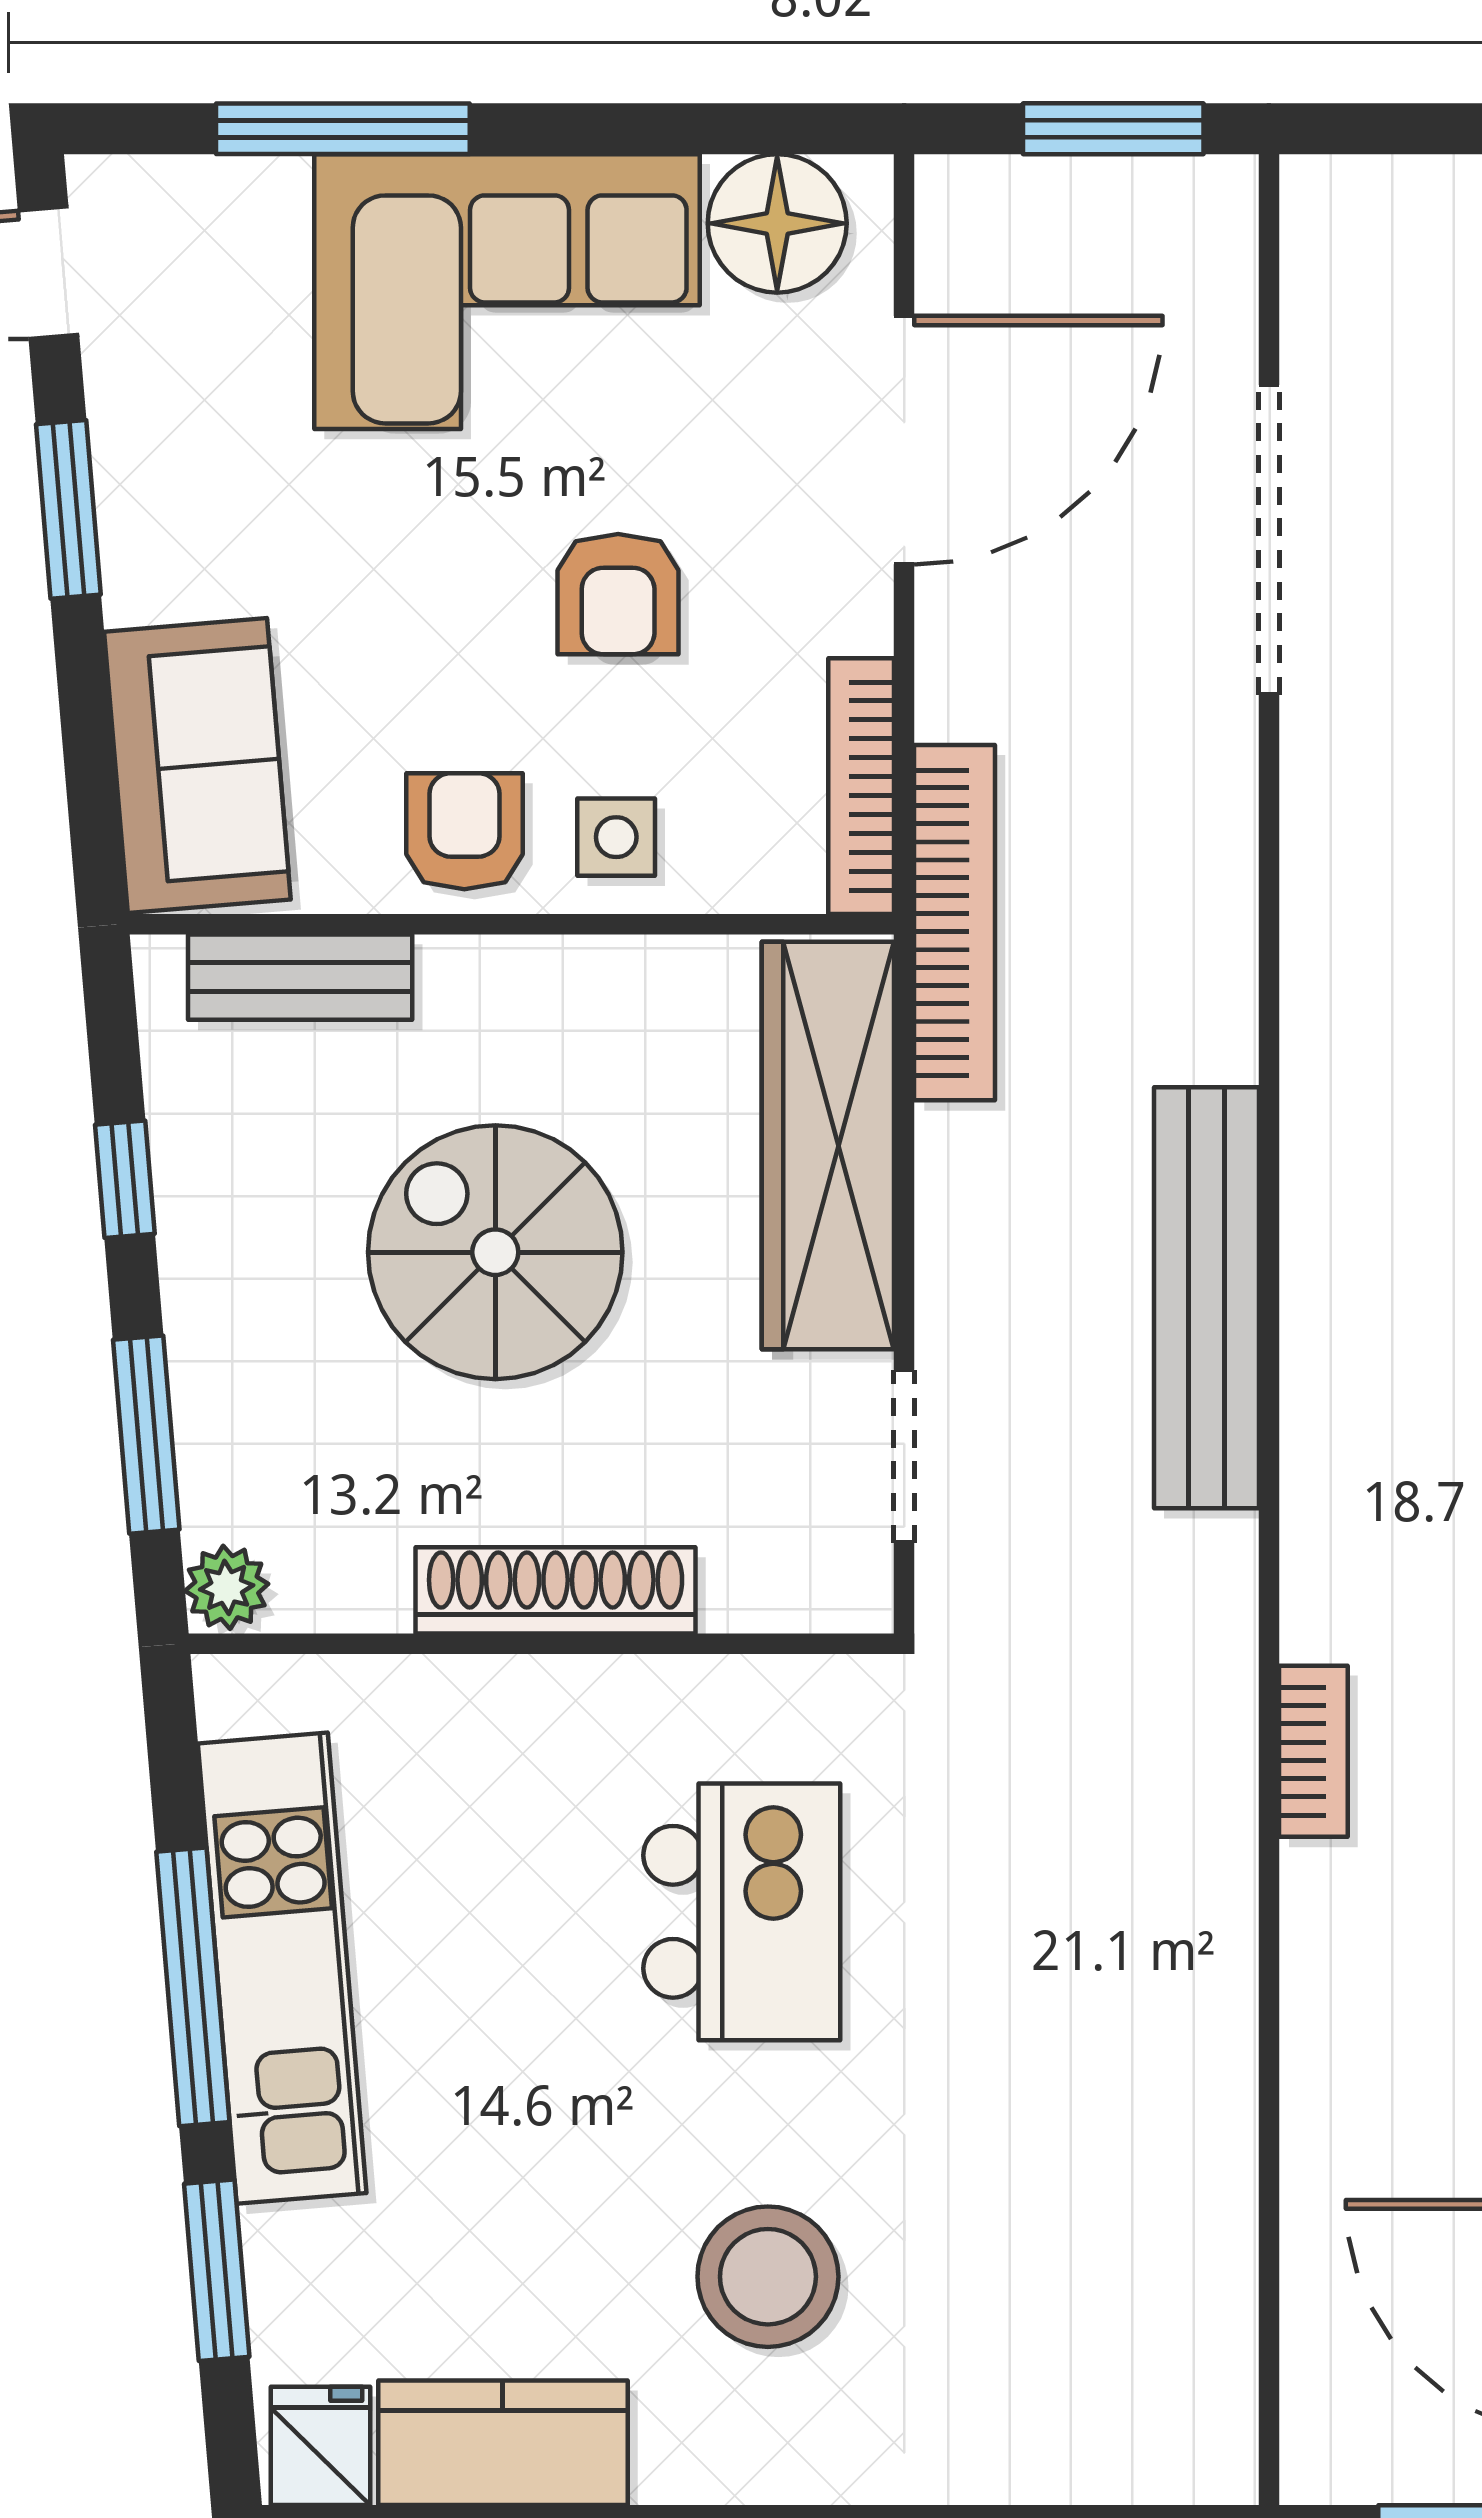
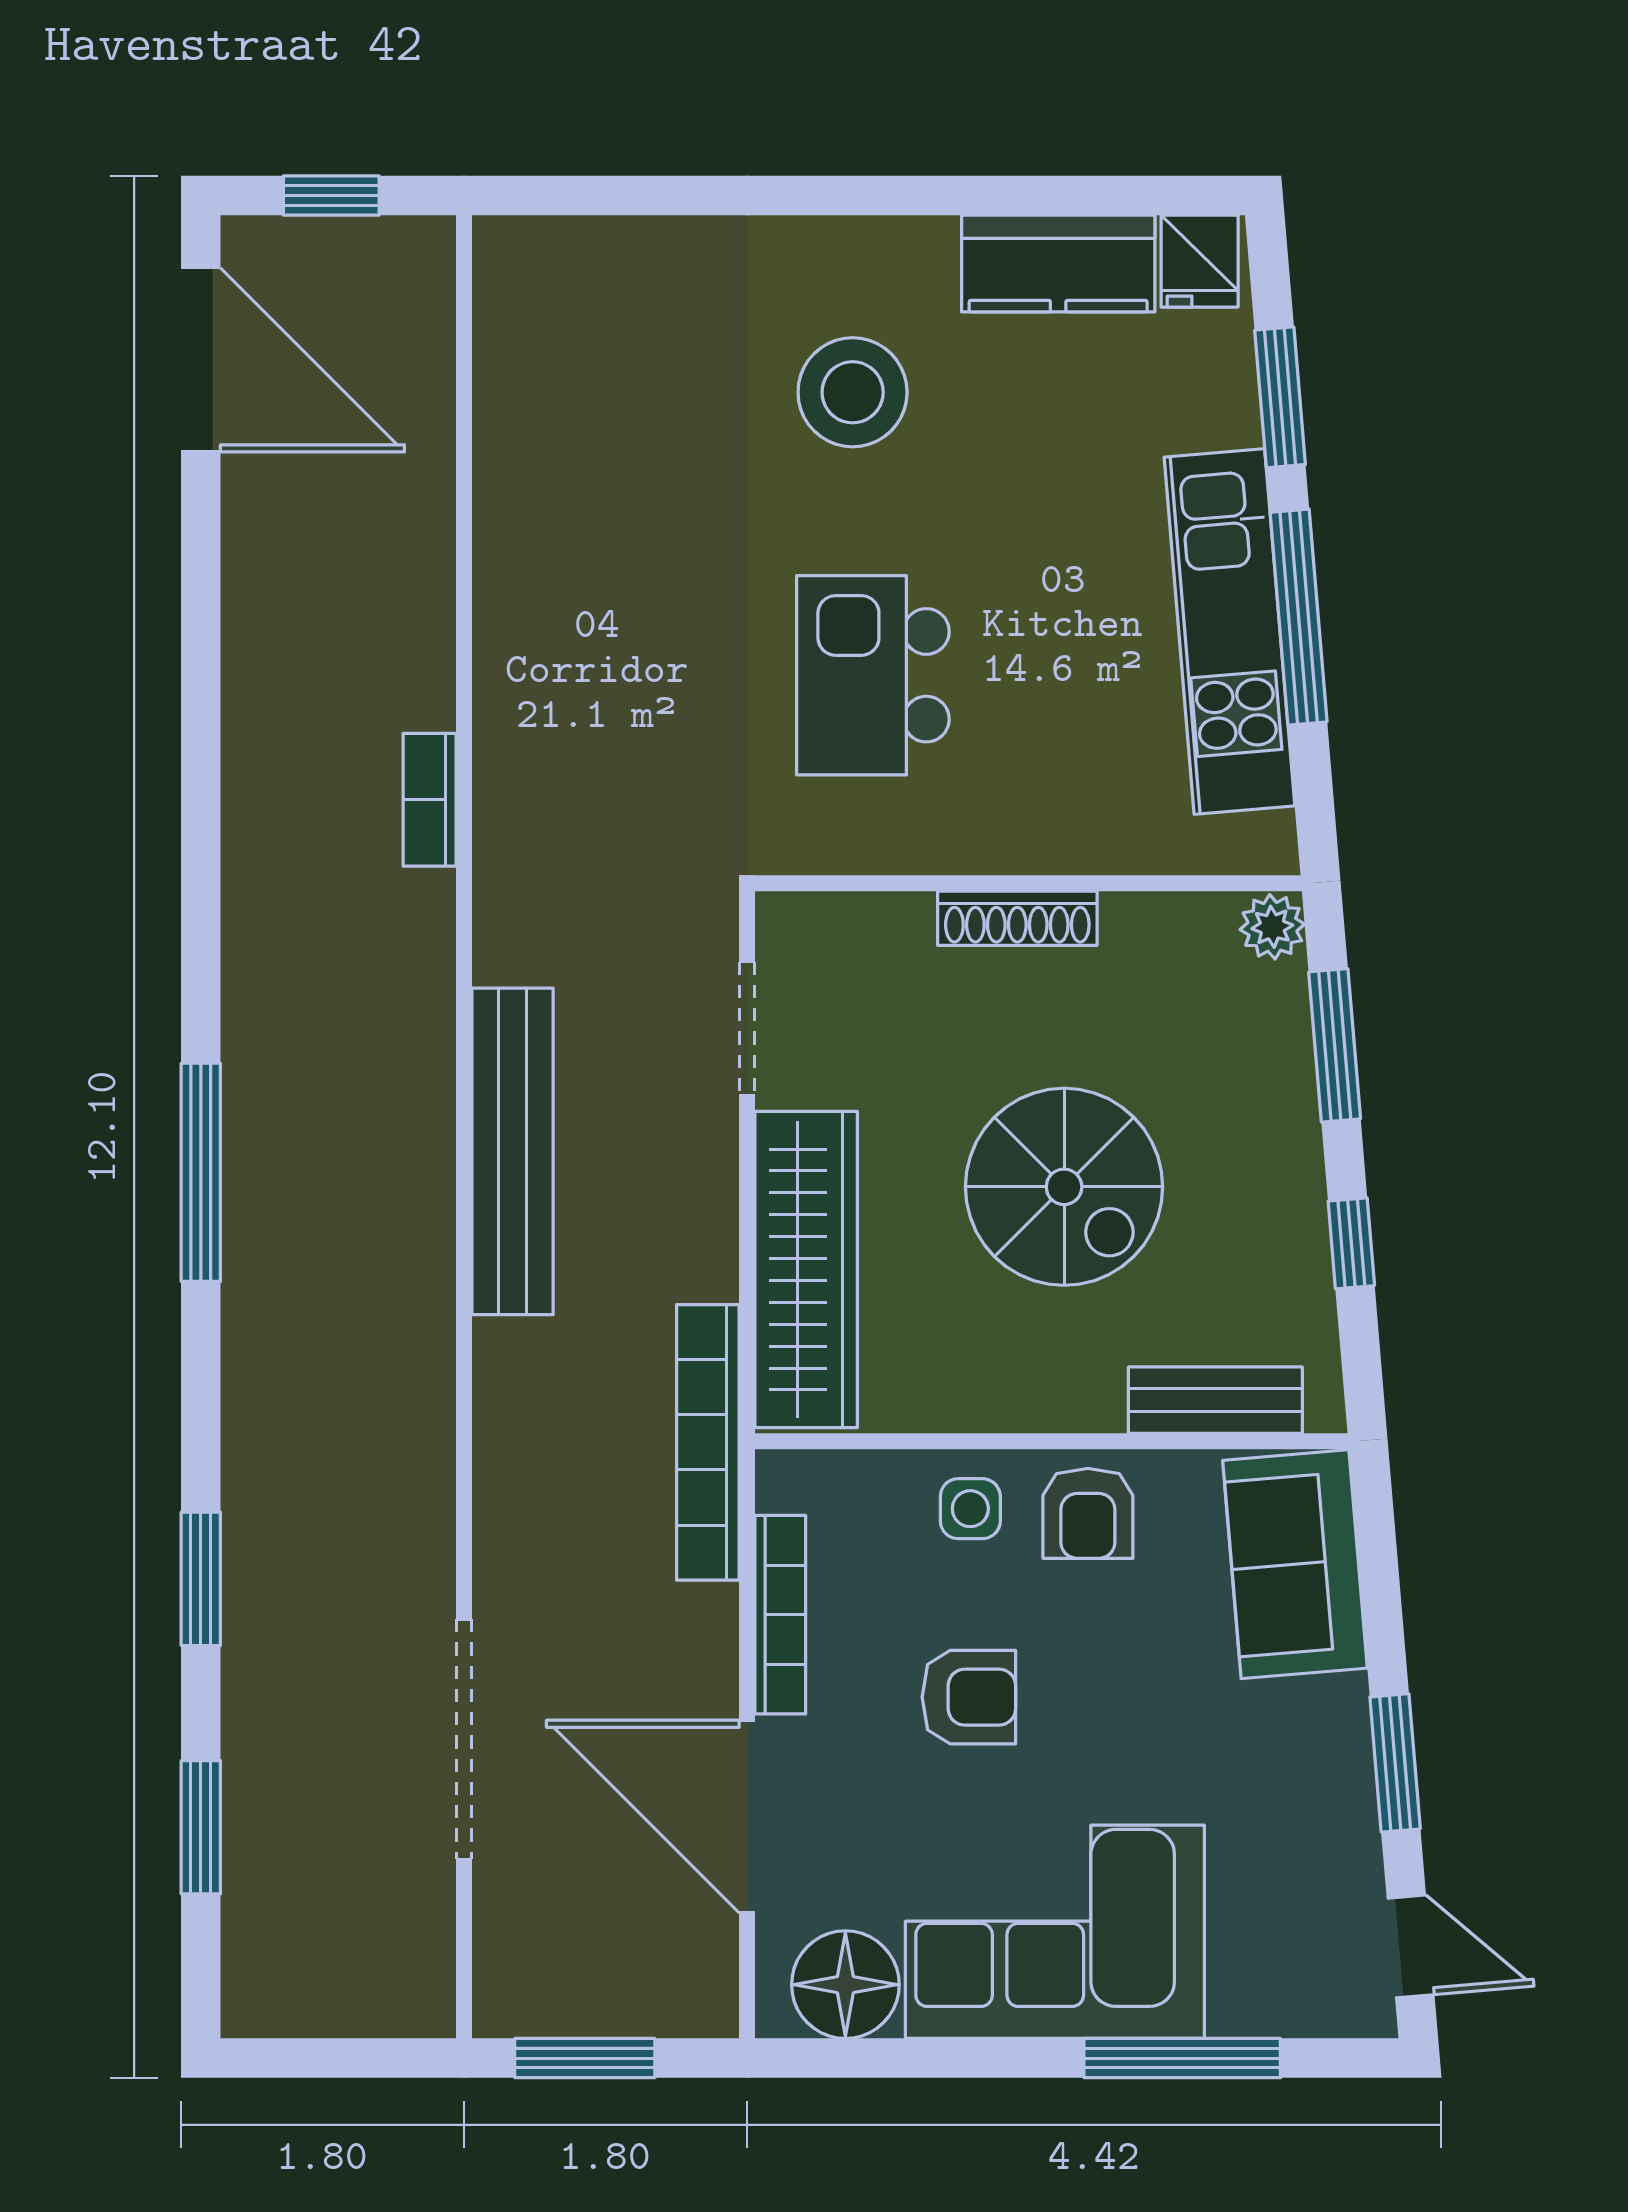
door: (904, 440) -> (747, 1817), hinge flipped
armchair: (618, 594) -> (969, 1697), turned 90
bookcase: (861, 786) -> (780, 1615), moved
shoe rack: (556, 1590) -> (1017, 918), width x0.74, depth x0.81

